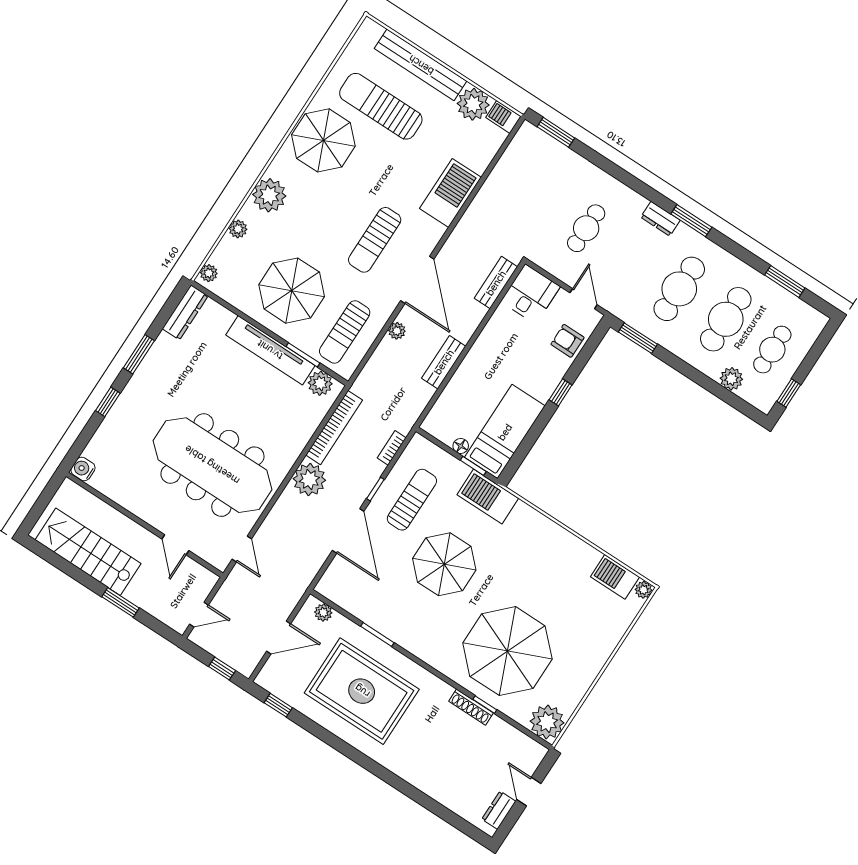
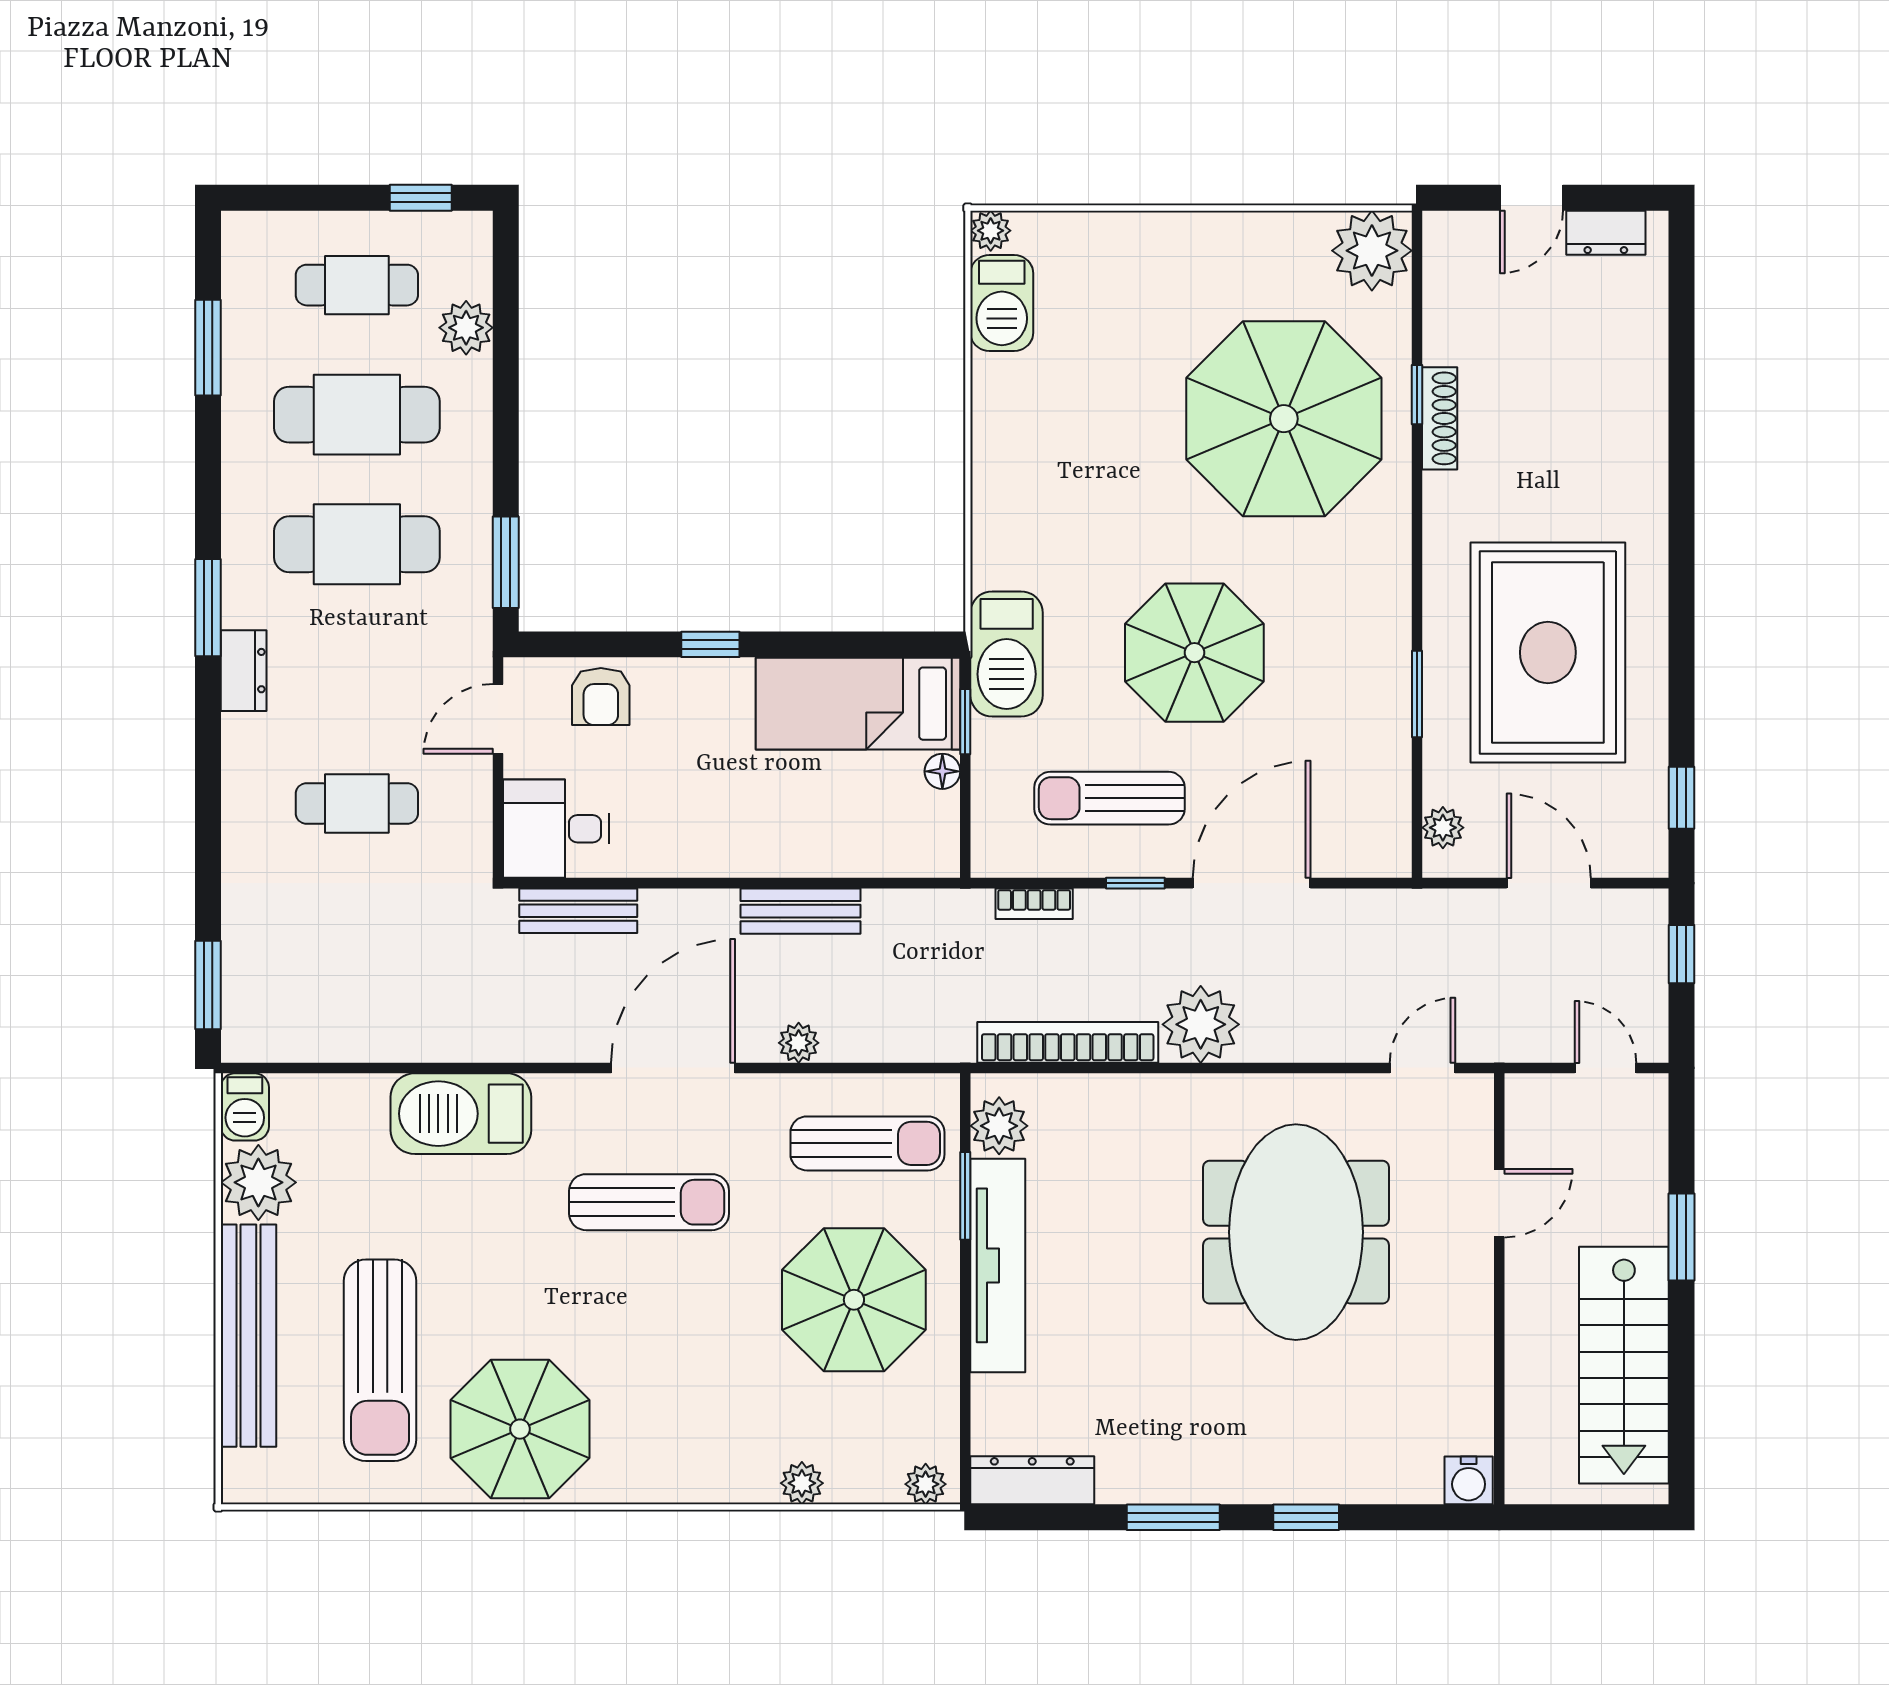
plant: (269, 195) -> (696, 1465), removed
meeting table: (212, 465) -> (1296, 1232), width x0.73

